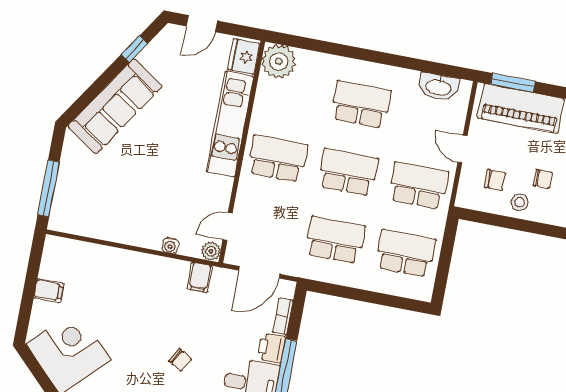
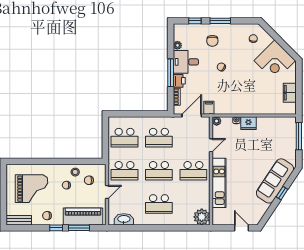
door: (202, 24) -> (241, 228), hinge flipped
window: (134, 49) -> (282, 193), moved
fridge: (244, 56) -> (248, 123), moved, turned 90
window: (513, 83) -> (79, 228), moved
door: (463, 149) -> (107, 192), hinge flipped
door: (228, 226) -> (211, 145), moved
filing cabinet: (200, 277) -> (209, 108), moved
filing cabinet: (49, 291) -> (290, 93), width x2.00

